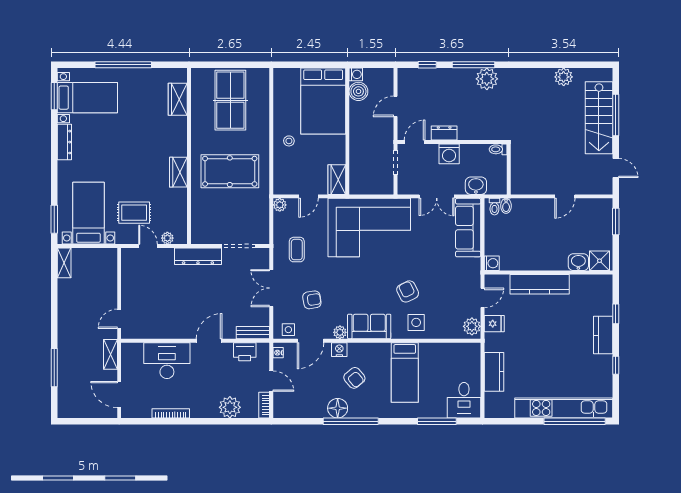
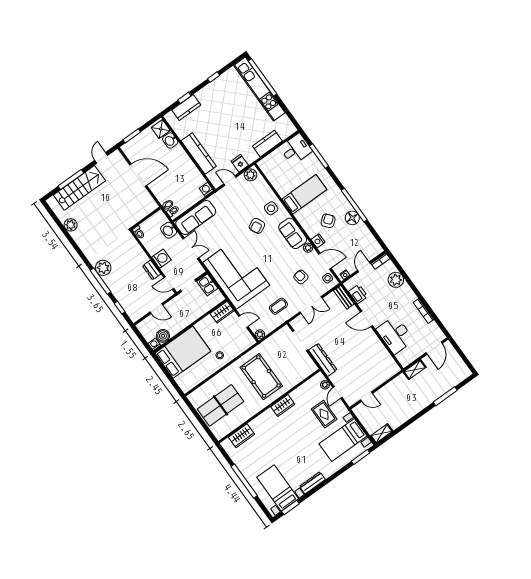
kitchen sink: (381, 185) -> (207, 285), added
door: (565, 196) -> (138, 175), width x1.88
door: (119, 319) -> (366, 397), moved
kitchen counter: (603, 335) -> (186, 108), moved

